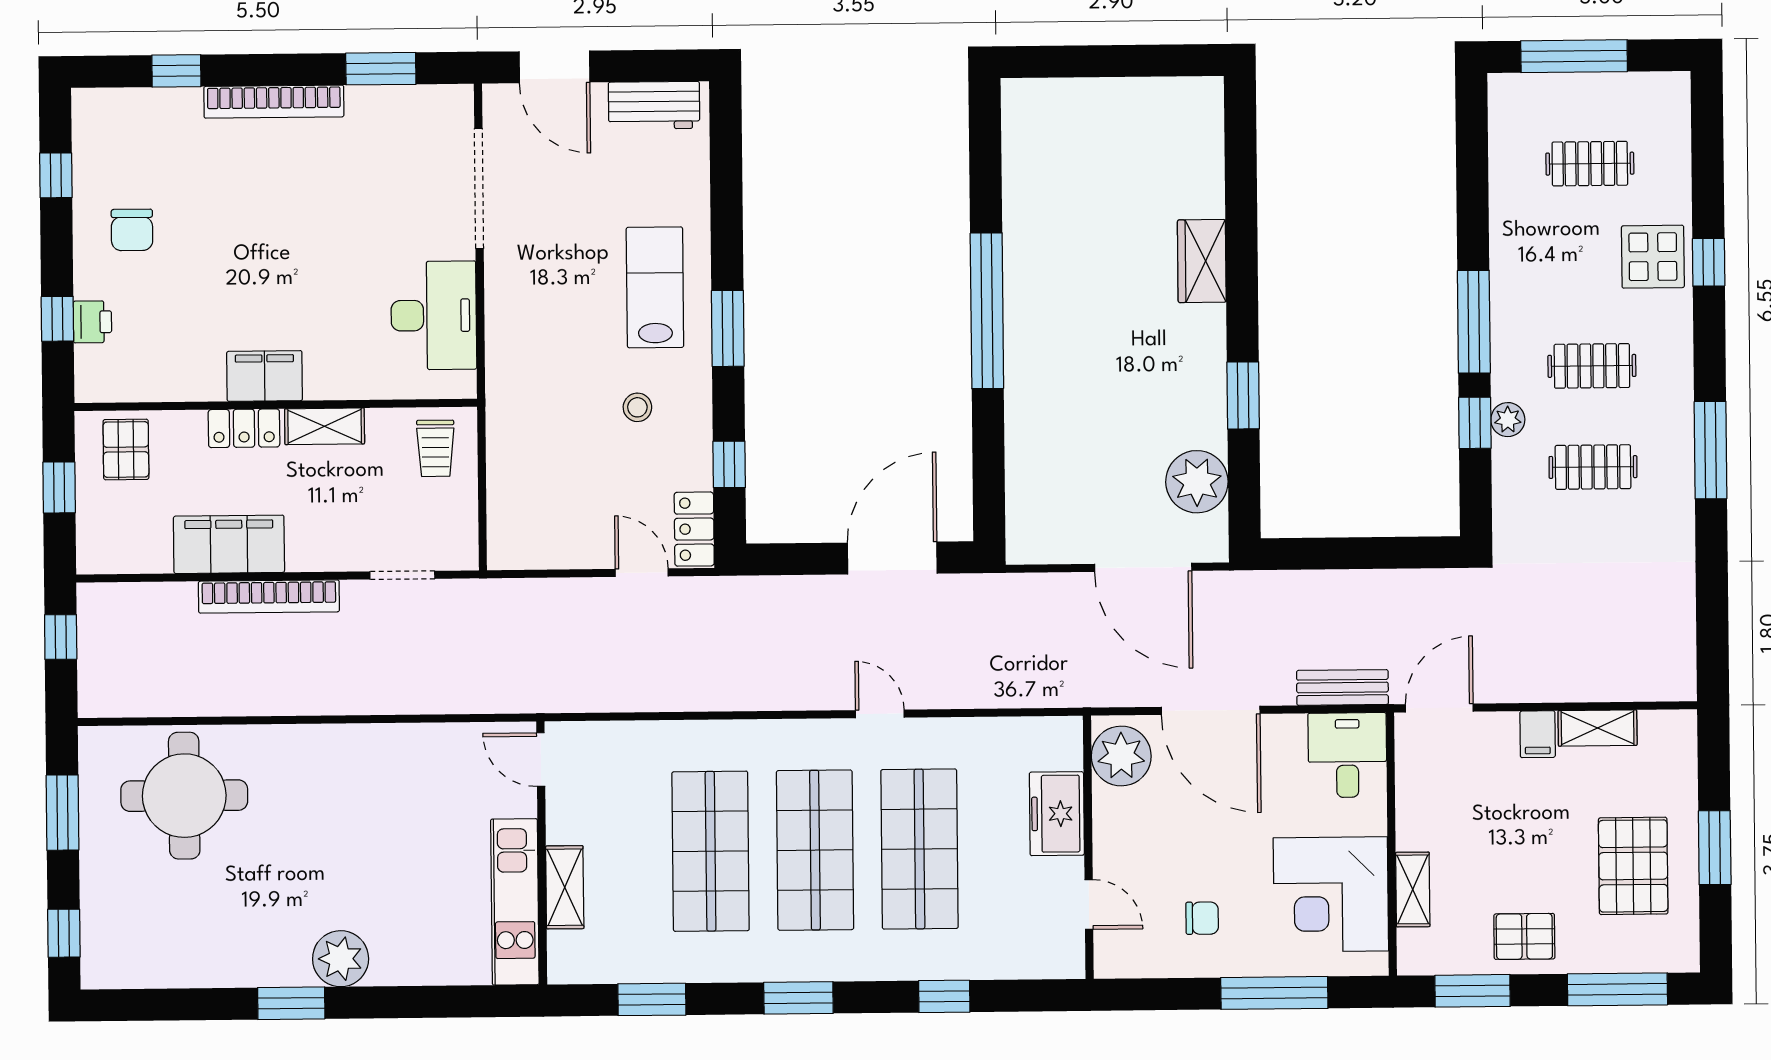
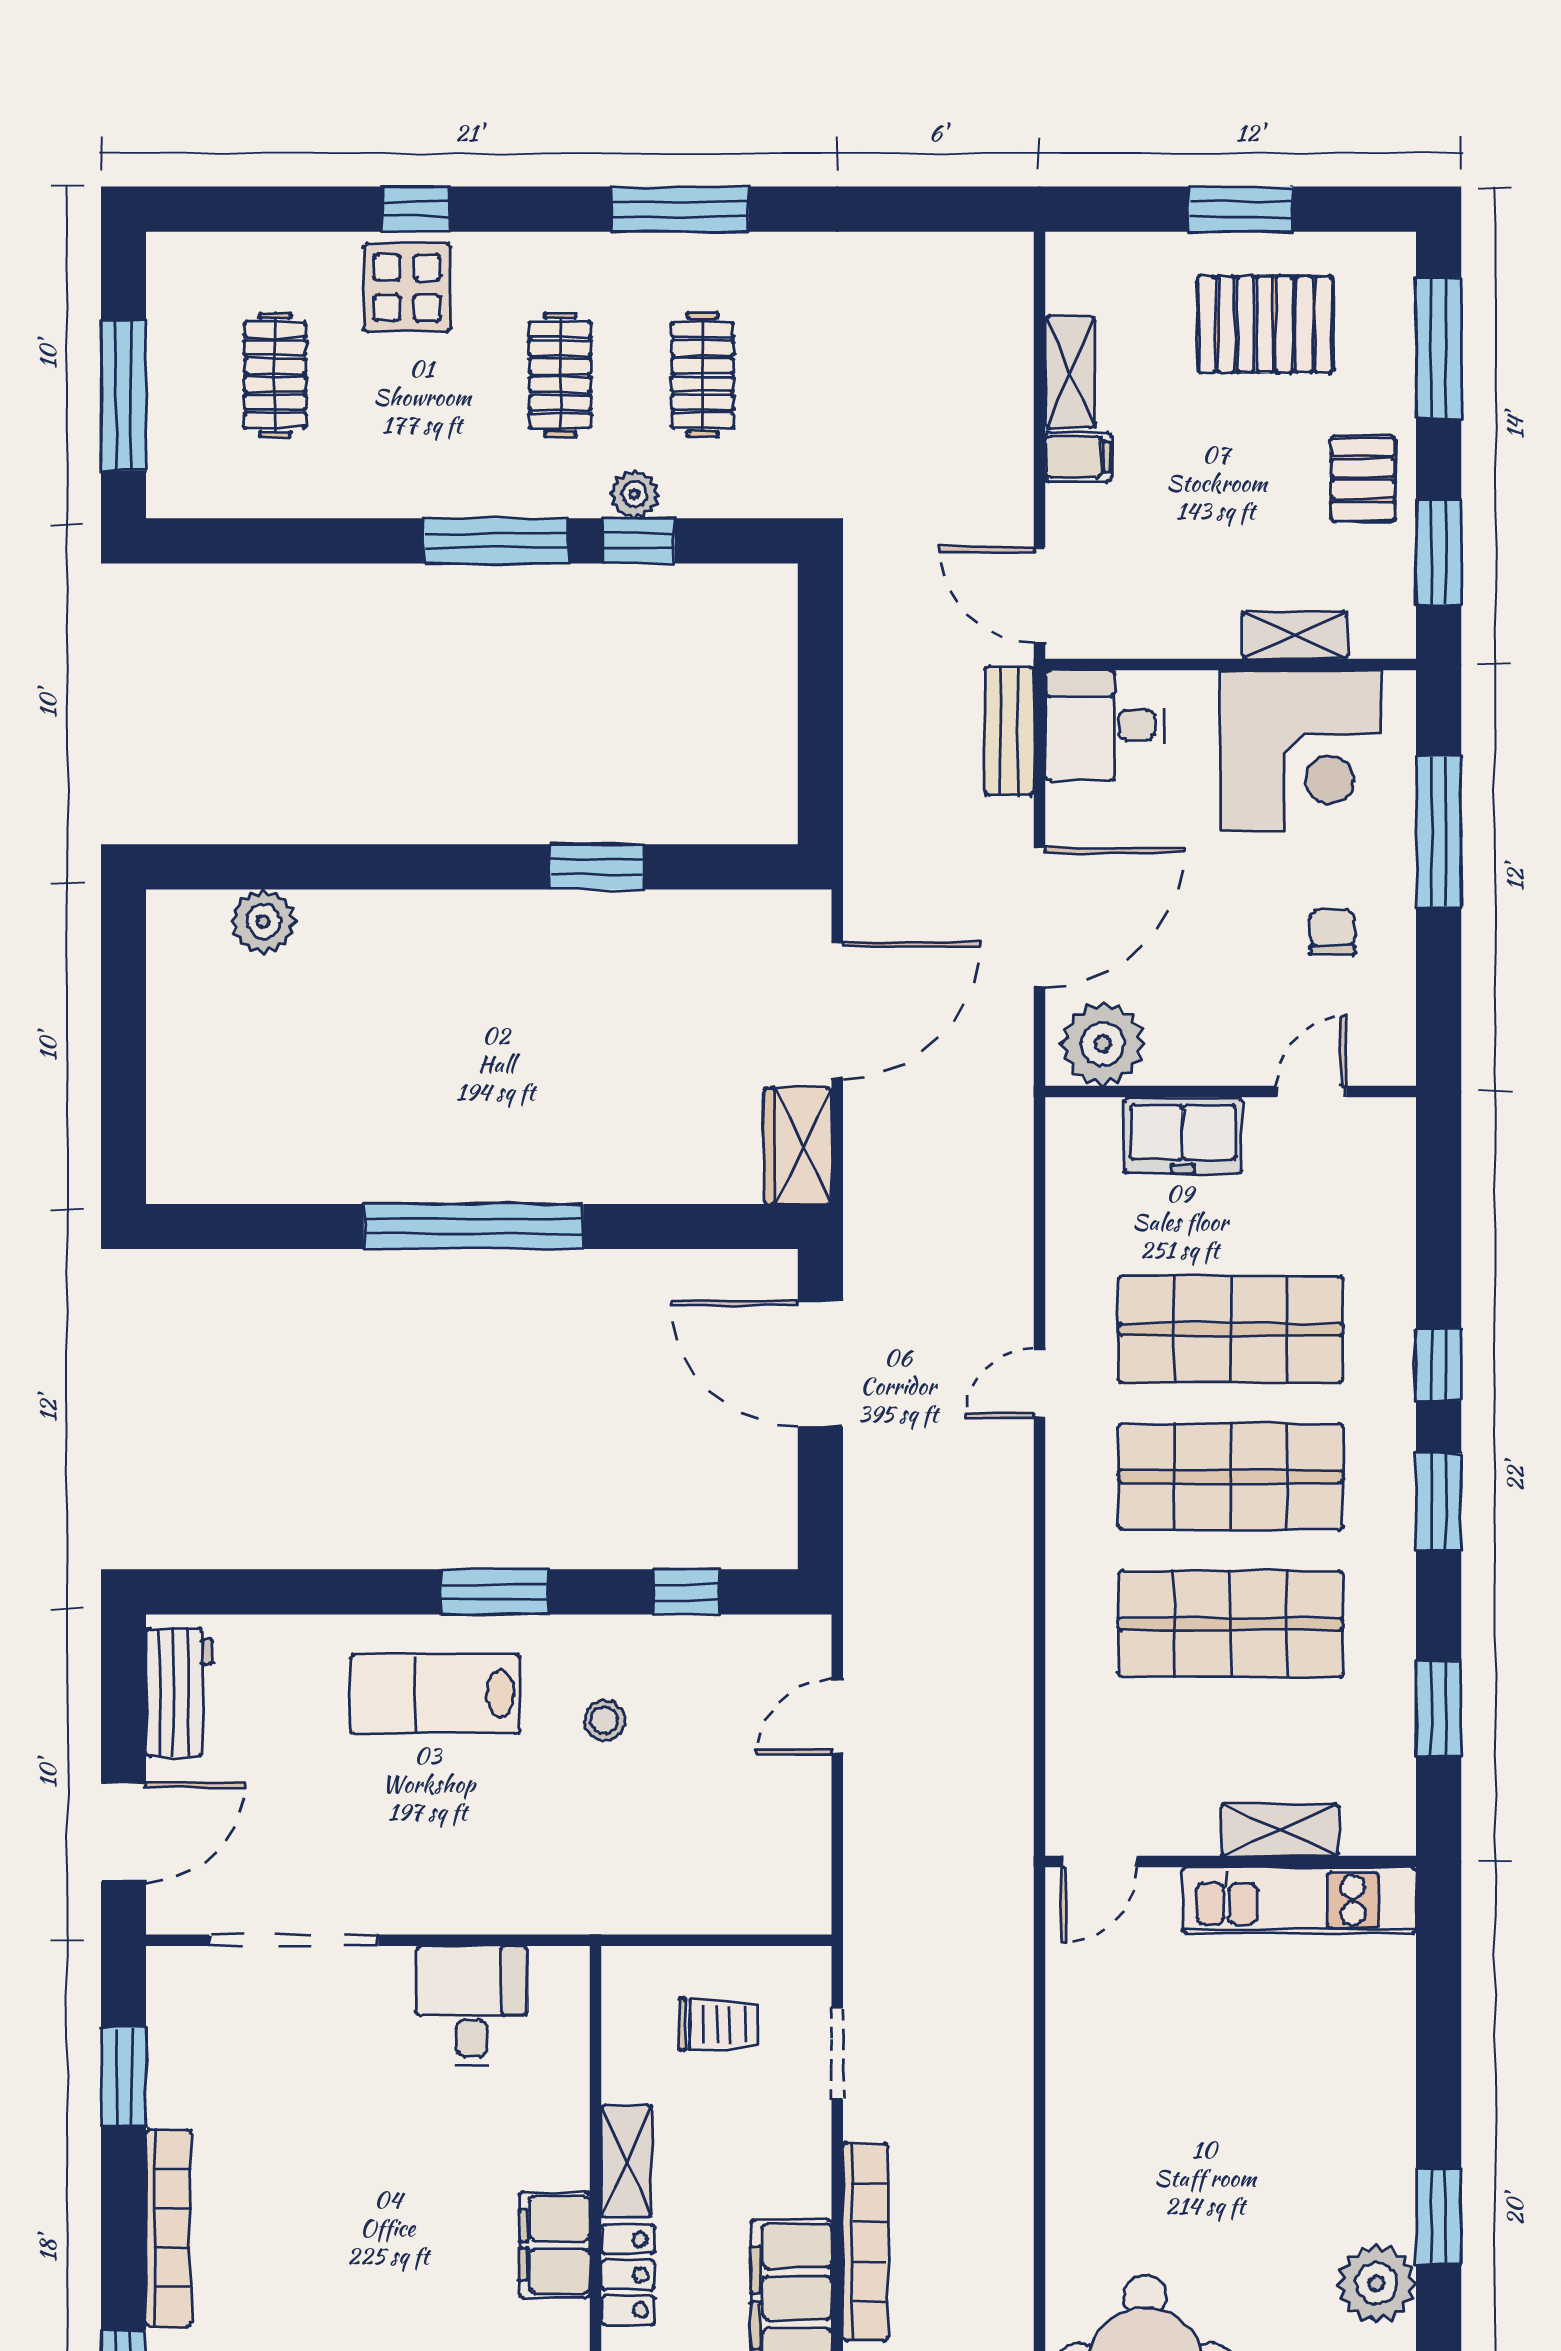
wardrobe: (1202, 261) -> (798, 1146), moved, turned 90
desk: (434, 315) -> (472, 2006), width x0.73
trolley: (435, 448) -> (719, 2024), moved
plant: (1197, 482) -> (264, 921), moved, width x0.73, depth x0.73
locker: (694, 529) -> (777, 1642), removed
plant: (341, 959) -> (1377, 2284), moved
window: (944, 996) -> (1439, 1365), moved

